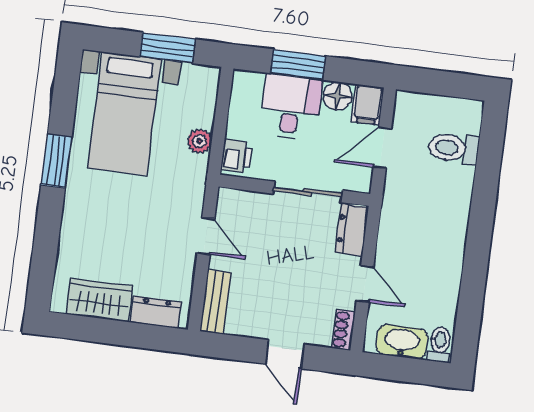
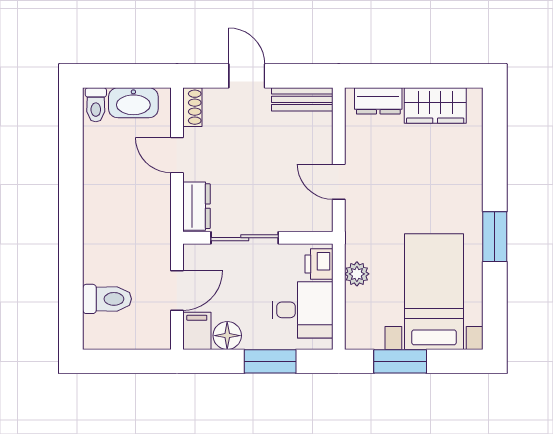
desk: (291, 107) -> (302, 310), moved, turned -90
bench: (215, 302) -> (302, 99), moved, turned 90

